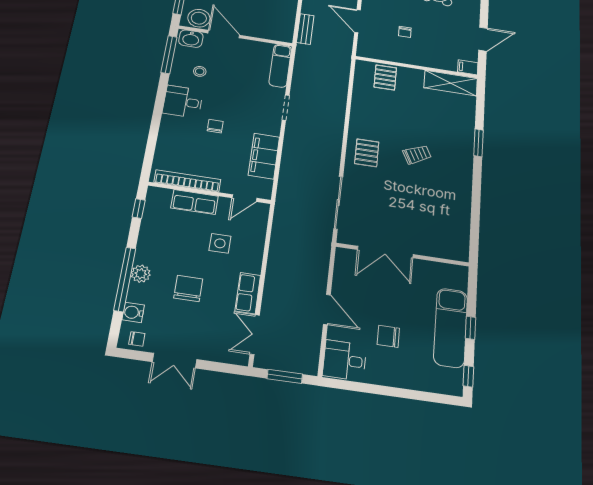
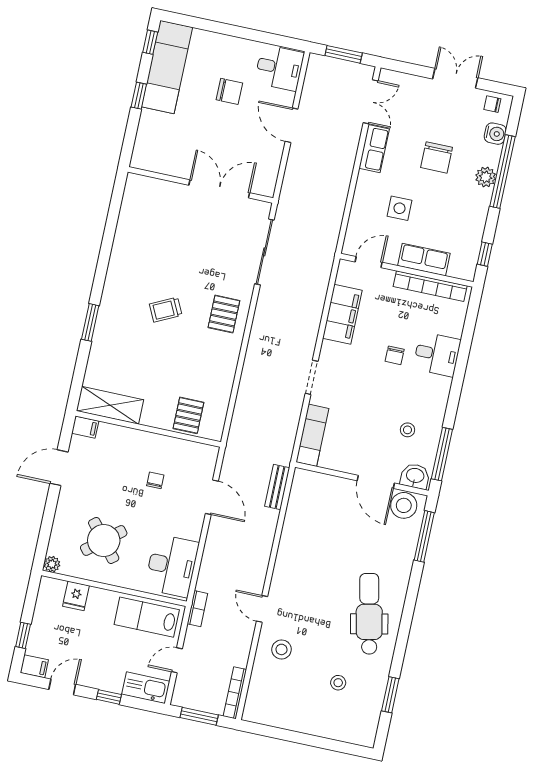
desk: (183, 102) -> (437, 354), moved
exam couch: (451, 328) -> (167, 67), moved

